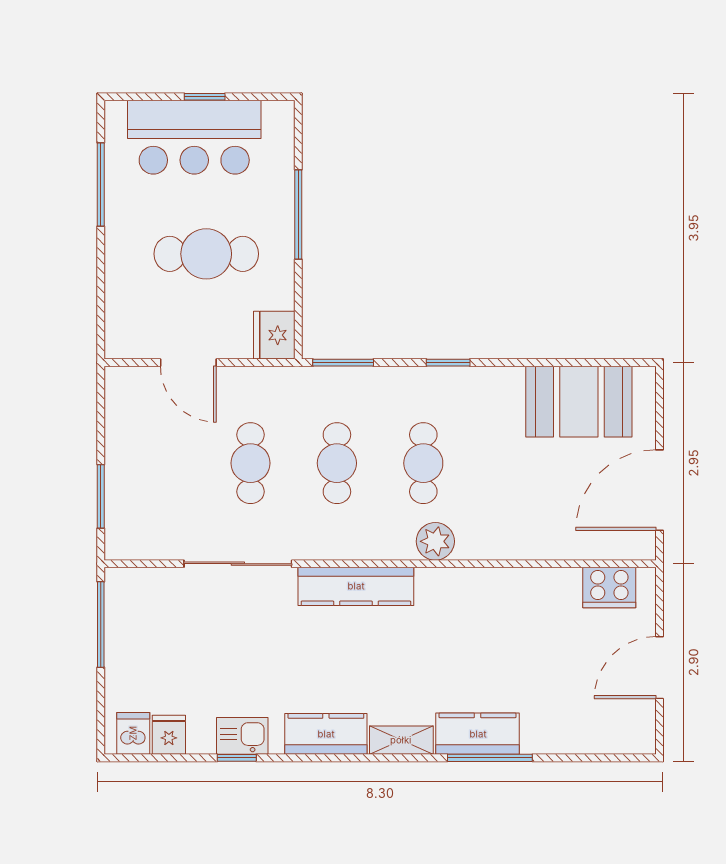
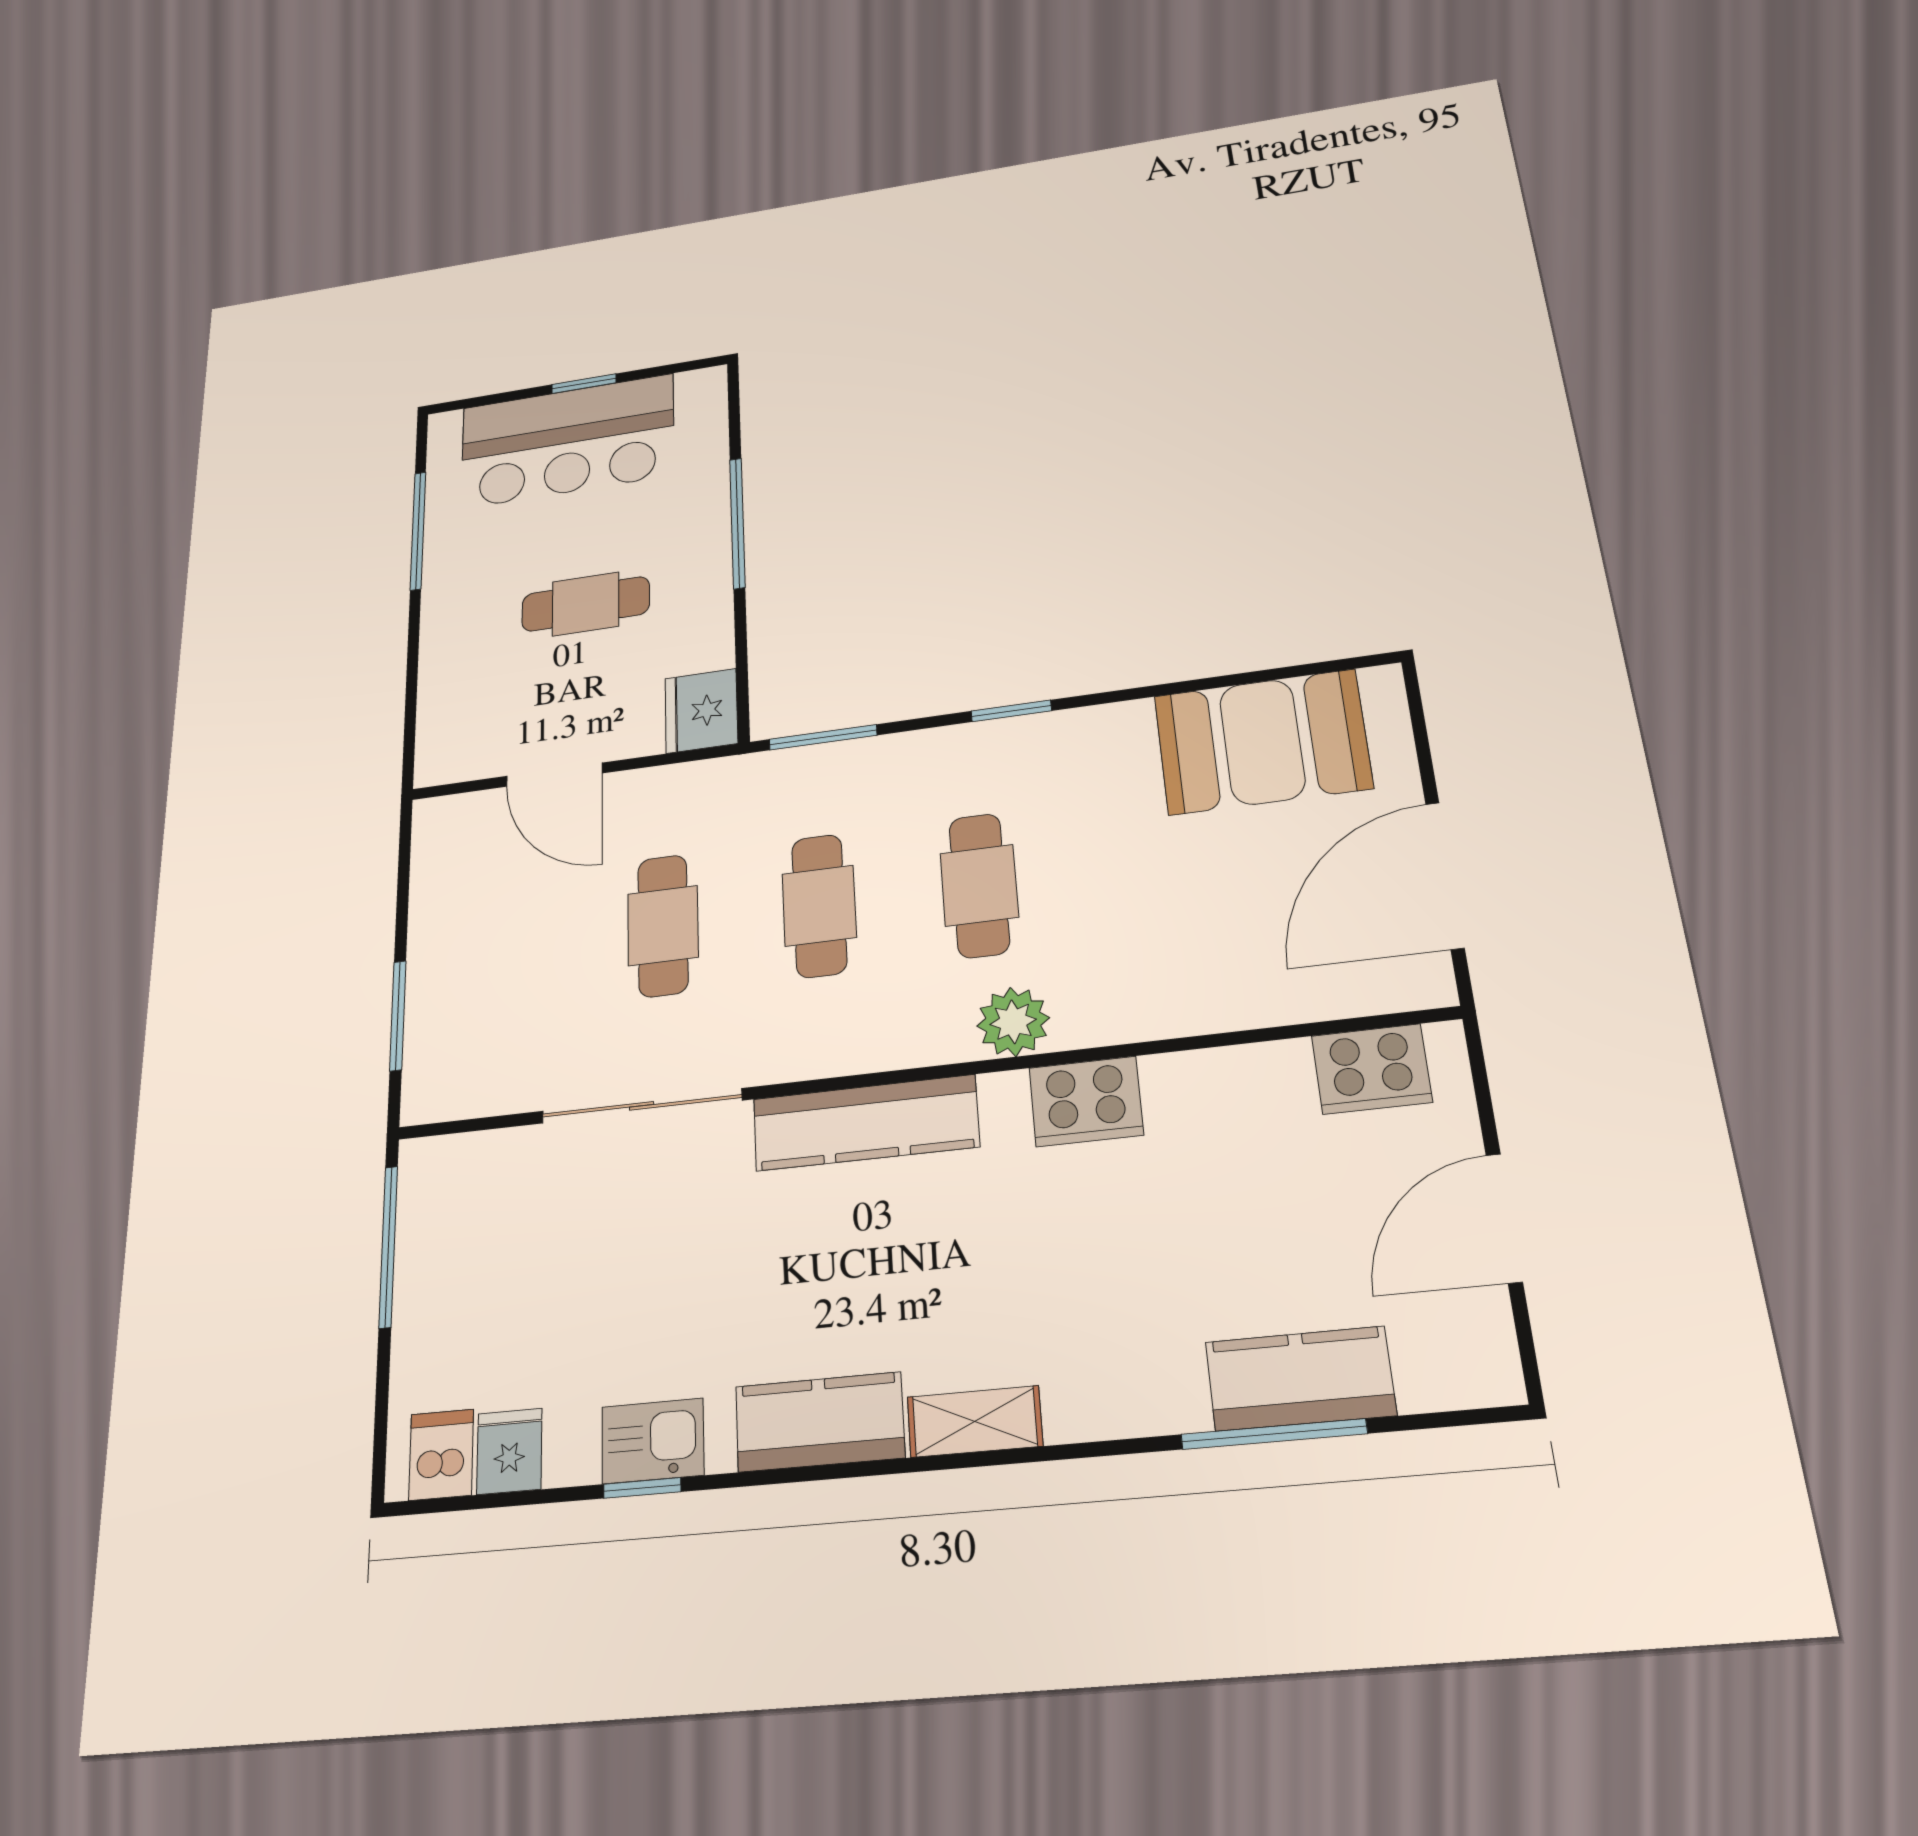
cafe table: (206, 254) -> (586, 604), width x0.73, depth x0.74
cooker: (469, 588) -> (1086, 1101), added
kitchen counter: (478, 734) -> (1300, 1379), moved
window: (490, 758) -> (1274, 1434), moved

